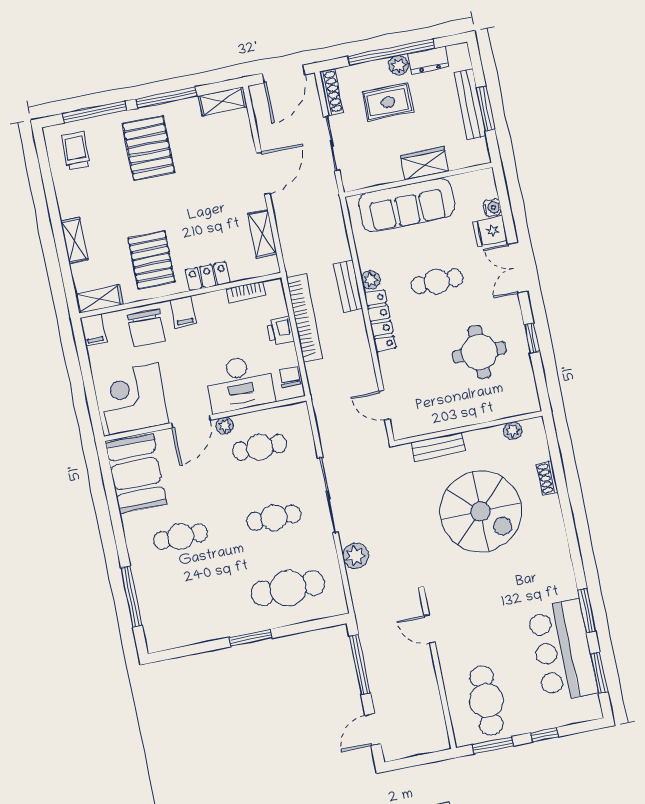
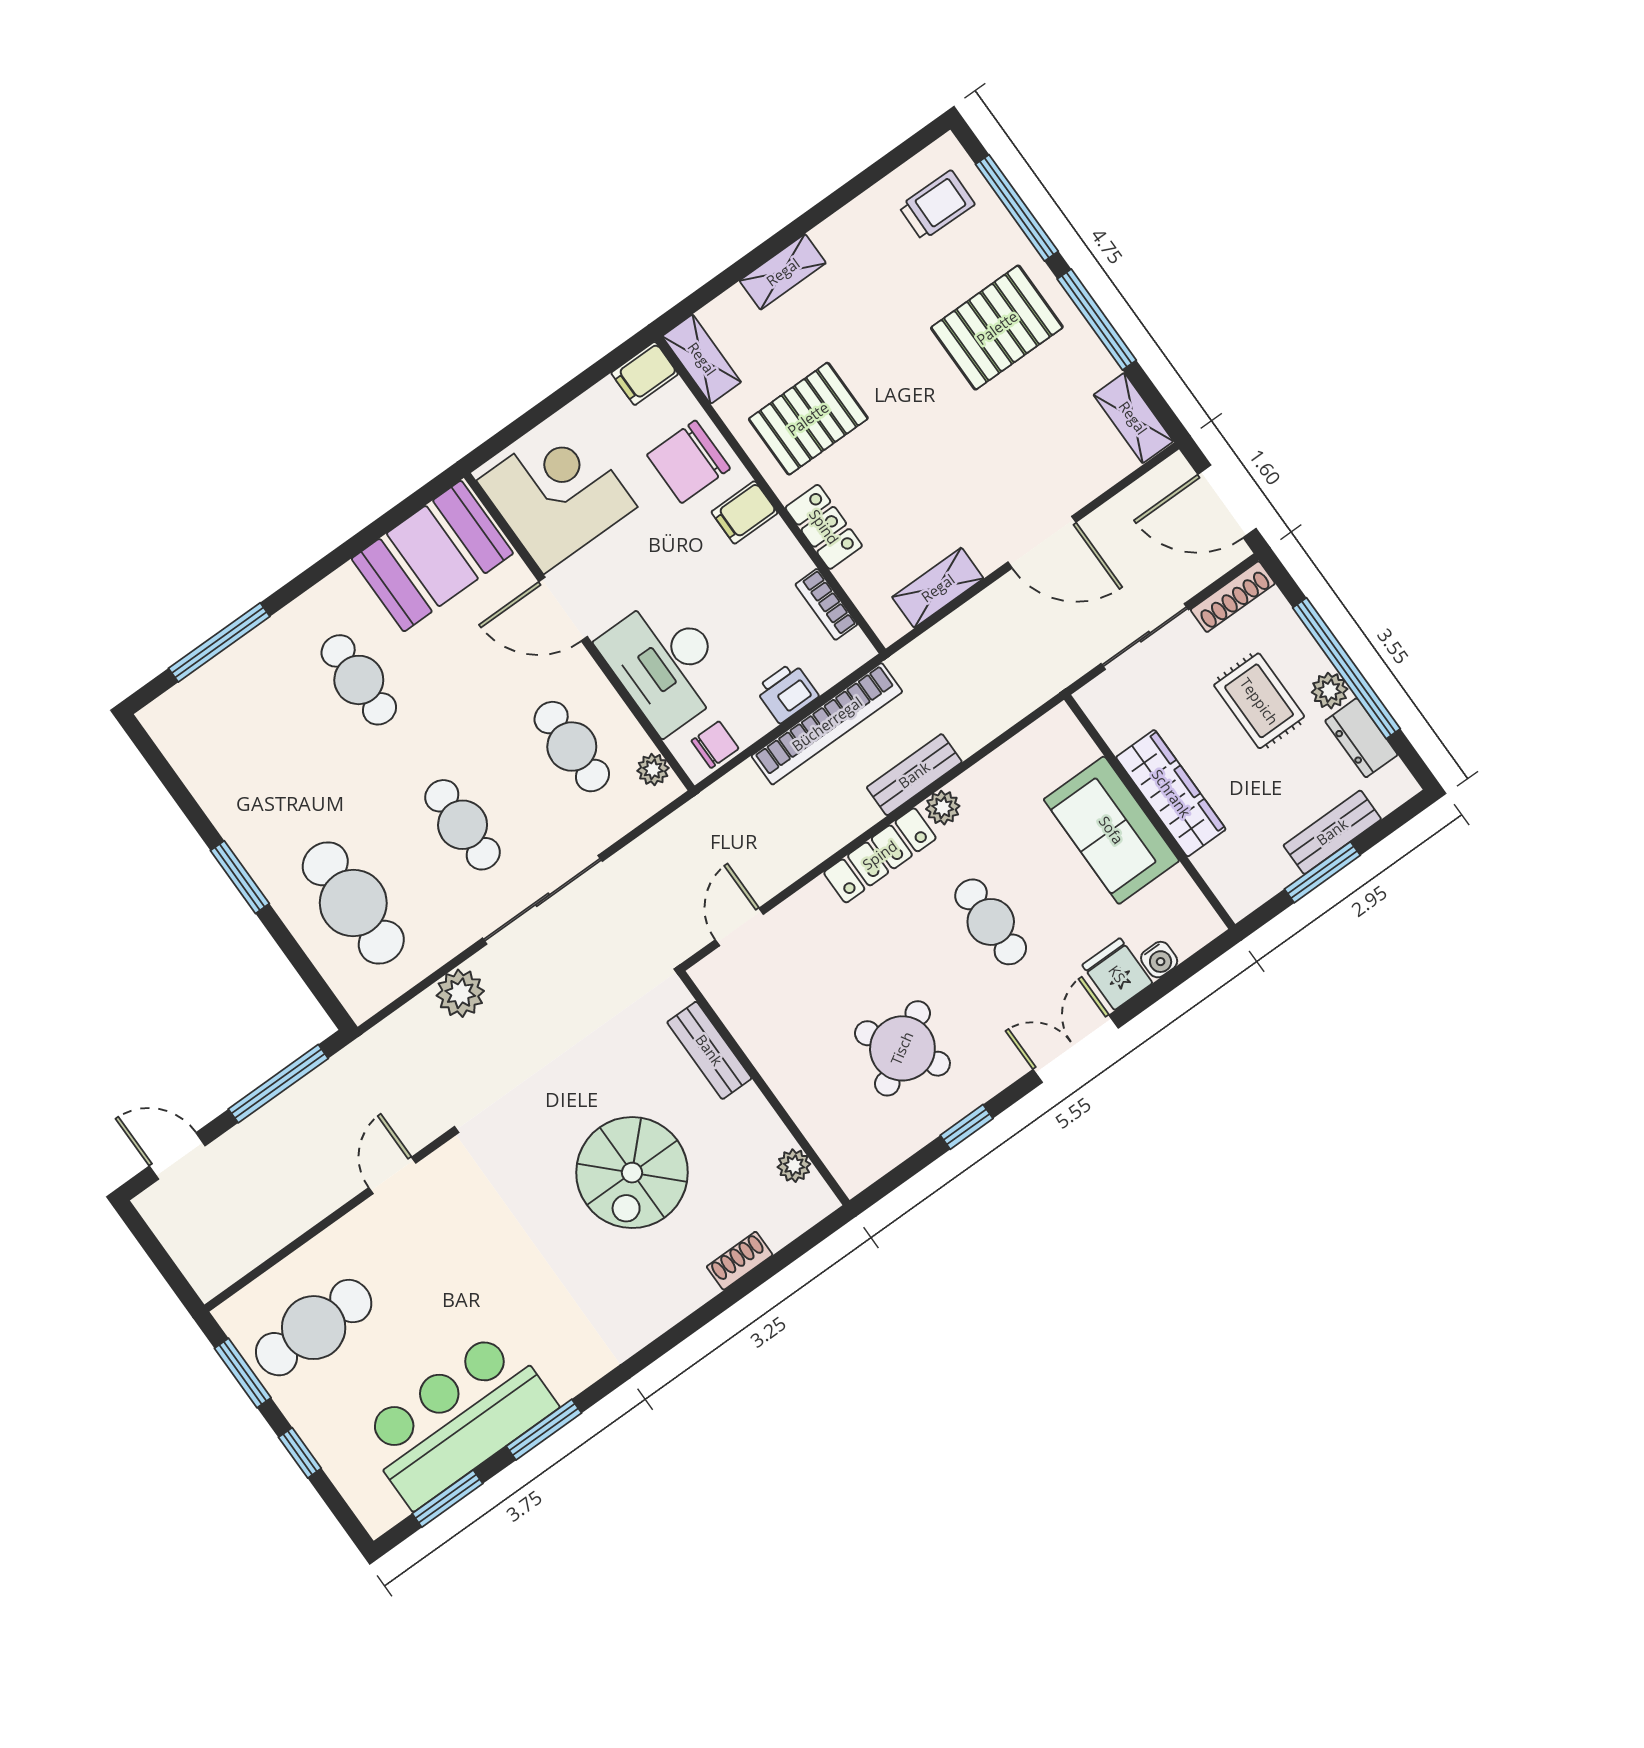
bench: (470, 104) -> (1332, 832), width x0.73
wardrobe: (424, 163) -> (1171, 793), width x1.50
sofa: (406, 205) -> (1111, 830), width x0.73
round table: (479, 352) -> (902, 1048), turned -31
plant: (225, 426) -> (653, 769), moved
spiral stairs: (481, 511) -> (632, 1173), width x0.73, depth x0.73

